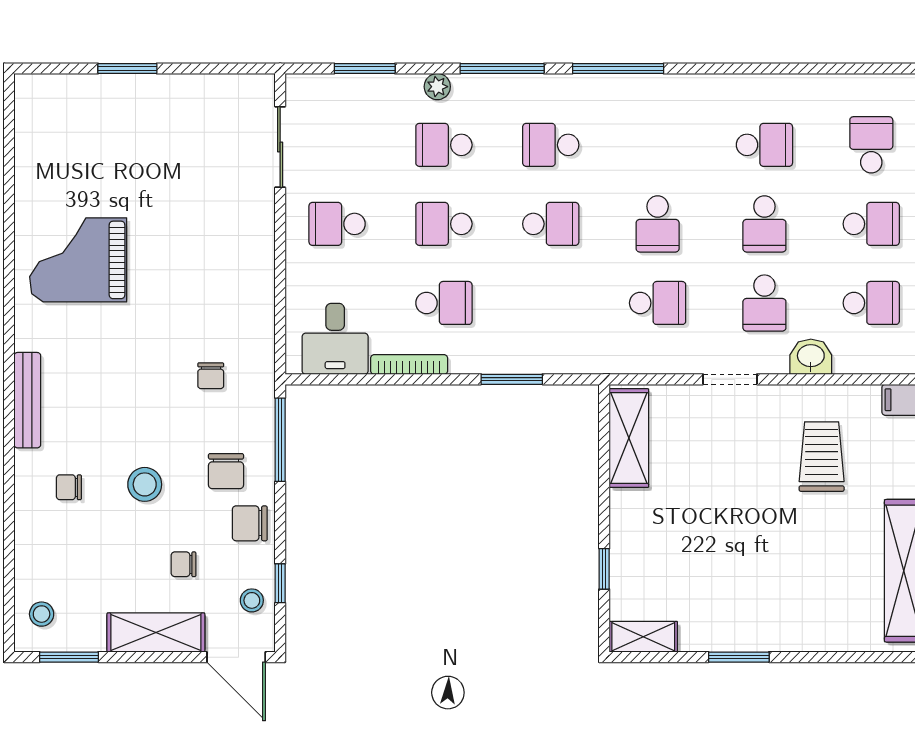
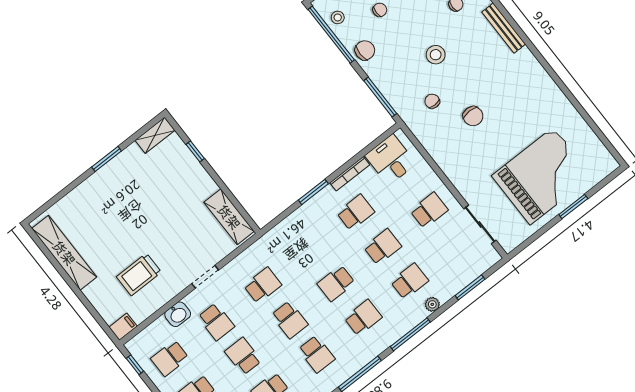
school desk: (658, 145) -> (317, 354), added
school desk: (658, 224) -> (290, 320), turned 180
grand piano: (78, 260) -> (542, 176), moved, width x1.37, depth x1.48
school desk: (444, 303) -> (356, 212), turned 180
school desk: (658, 303) -> (263, 285), turned 180
school desk: (764, 303) -> (216, 322), turned 180
window: (512, 379) -> (313, 192), moved
trolley: (822, 457) -> (139, 274), turned 90
chair: (226, 471) -> (473, 116), moved, turned 180
stool: (145, 484) -> (436, 55), moved
window: (280, 583) -> (331, 35), width x3.17

